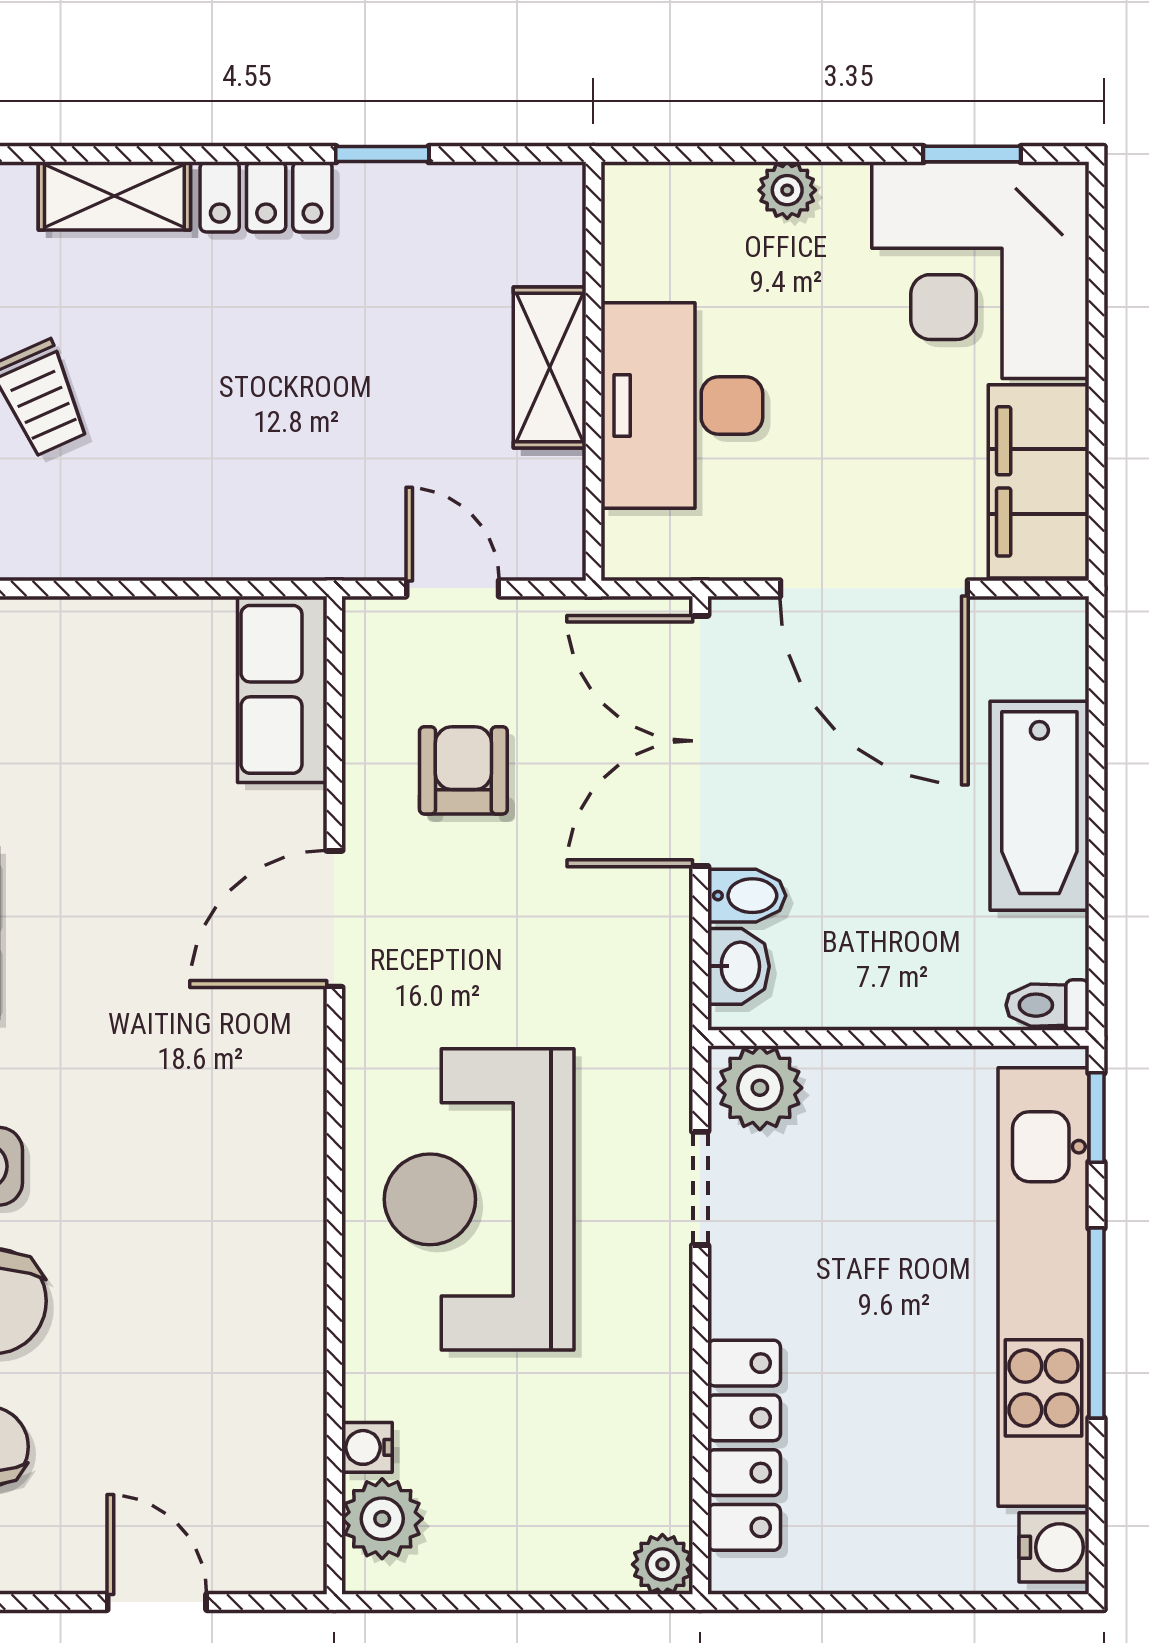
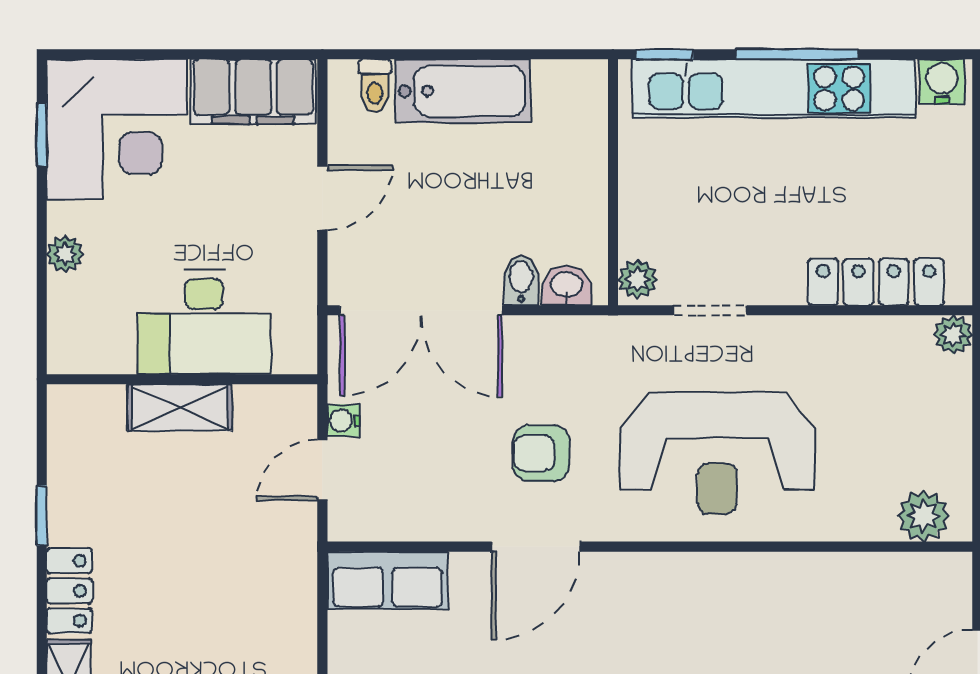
door: (874, 588) -> (322, 198), width x0.53
armchair: (463, 770) -> (541, 453), moved
door: (334, 919) -> (536, 547), hinge flipped
toilet: (1047, 1005) -> (375, 86), moved
plant: (760, 1088) -> (638, 279), width x0.73, depth x0.73
water cooler: (367, 1447) -> (344, 420), moved, turned 90

